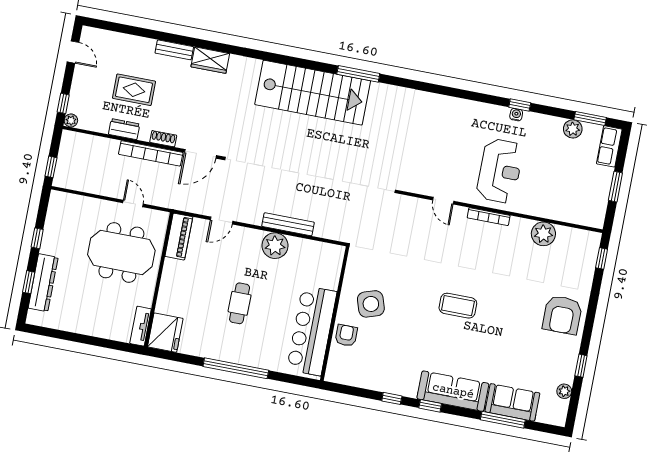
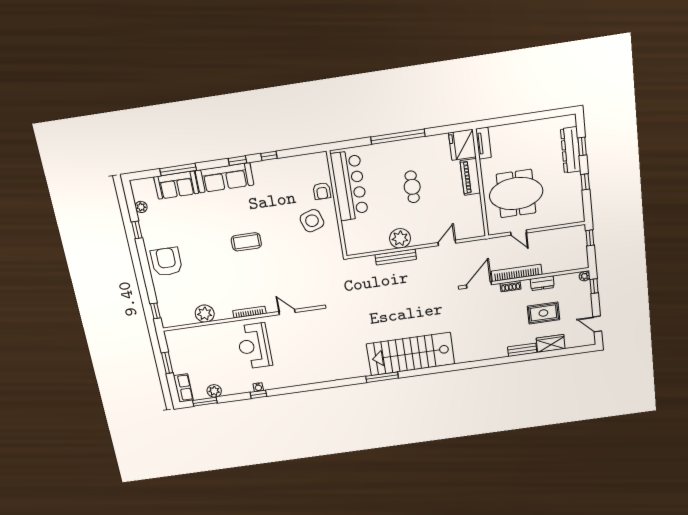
wardrobe: (210, 60) -> (551, 343), moved
piano: (179, 237) -> (470, 177), moved

